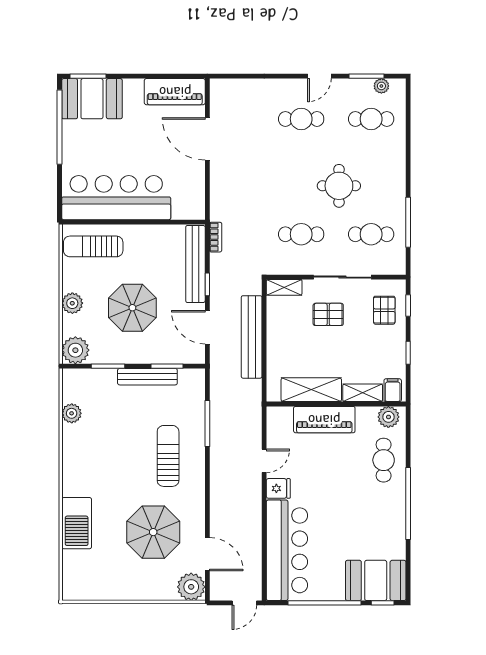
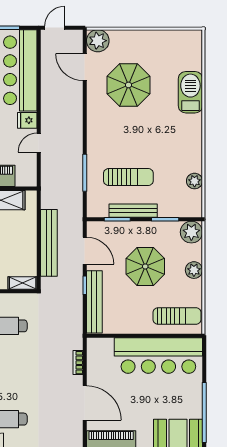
bookcase: (216, 237) -> (78, 363), moved
sun lounger: (168, 456) -> (128, 177), moved, turned -90

